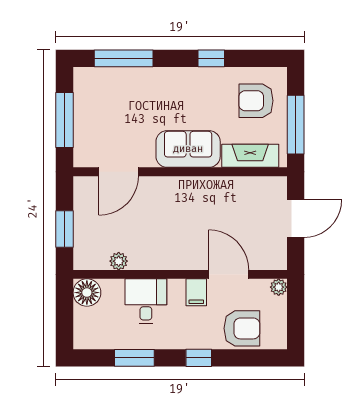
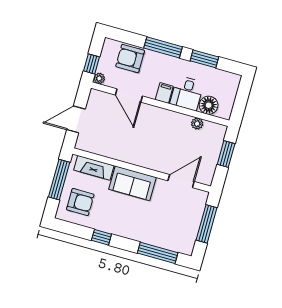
filing cabinet: (196, 292) -> (164, 93), moved
floor lamp: (87, 293) -> (209, 105), moved
window: (296, 305) -> (91, 64), added
window: (199, 358) -> (163, 47), width x2.17

